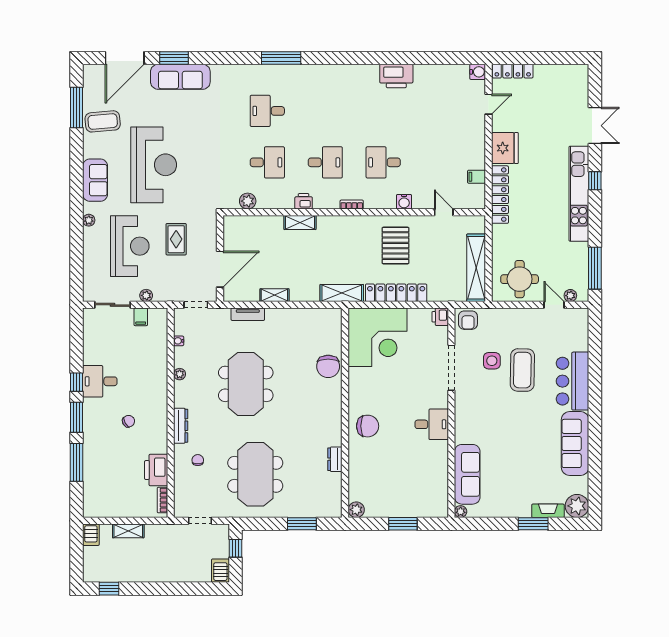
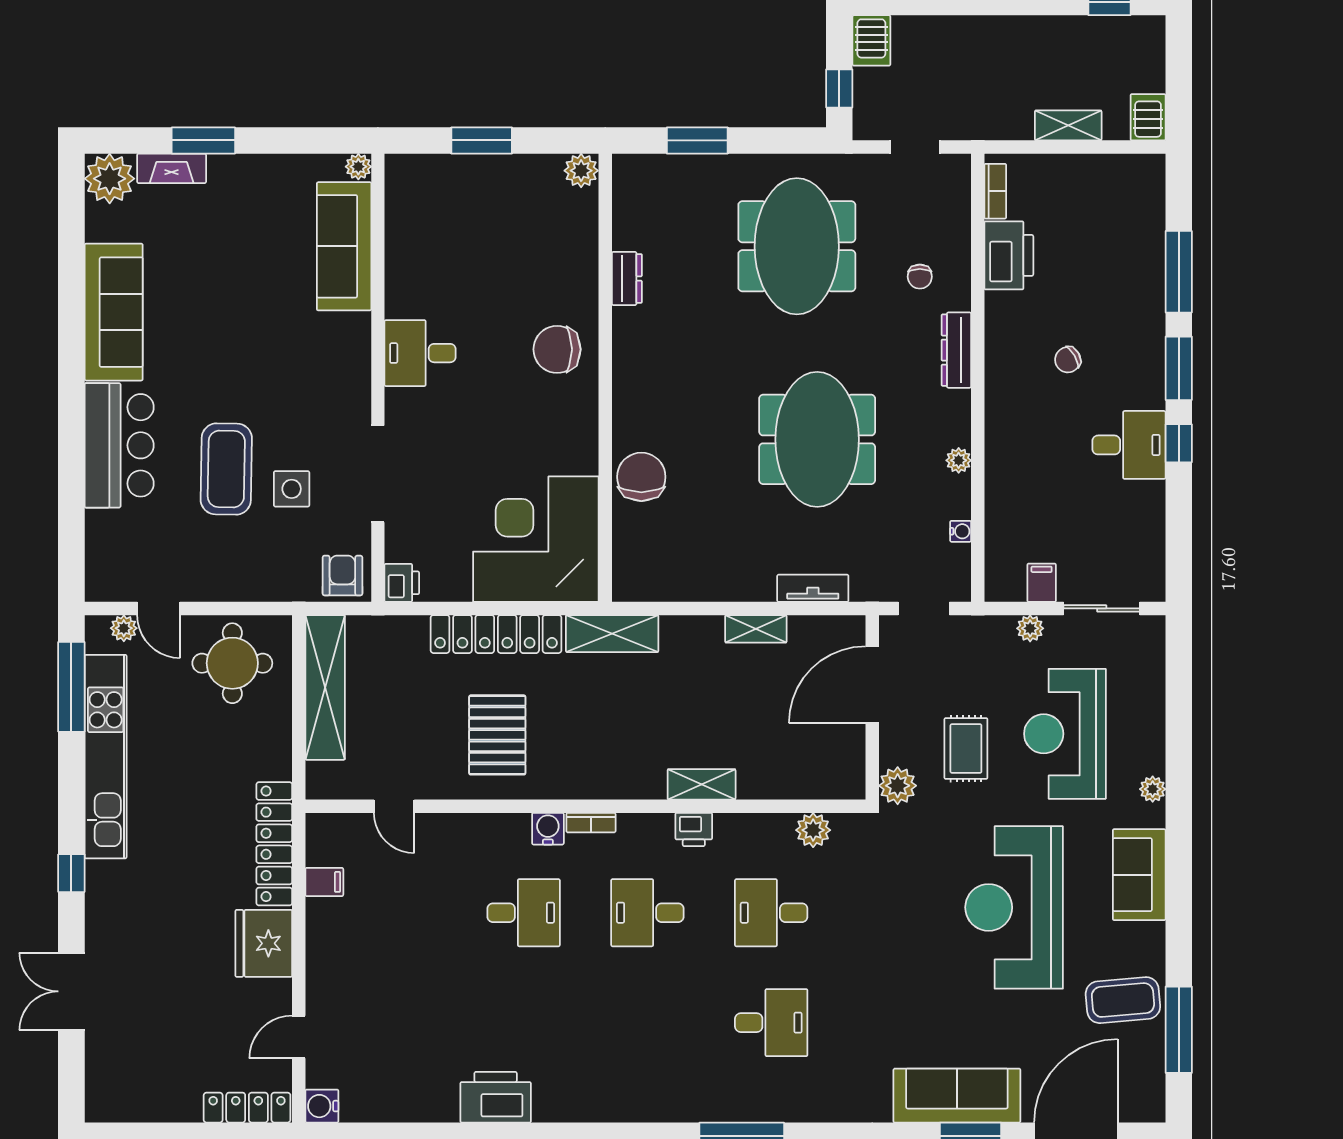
kitchen unit: (579, 194) -> (106, 757), moved
water cooler: (404, 202) -> (548, 829), moved
plant: (208, 222) -> (898, 786), added

